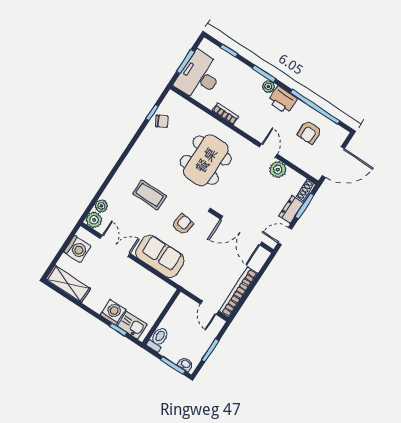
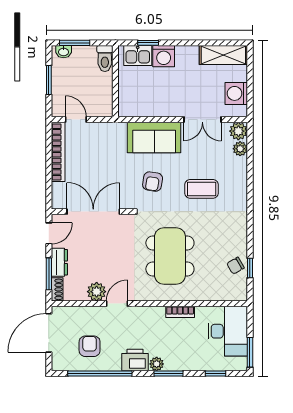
window: (185, 62) -> (250, 352), moved
door: (268, 151) -> (117, 304), swing flipped

